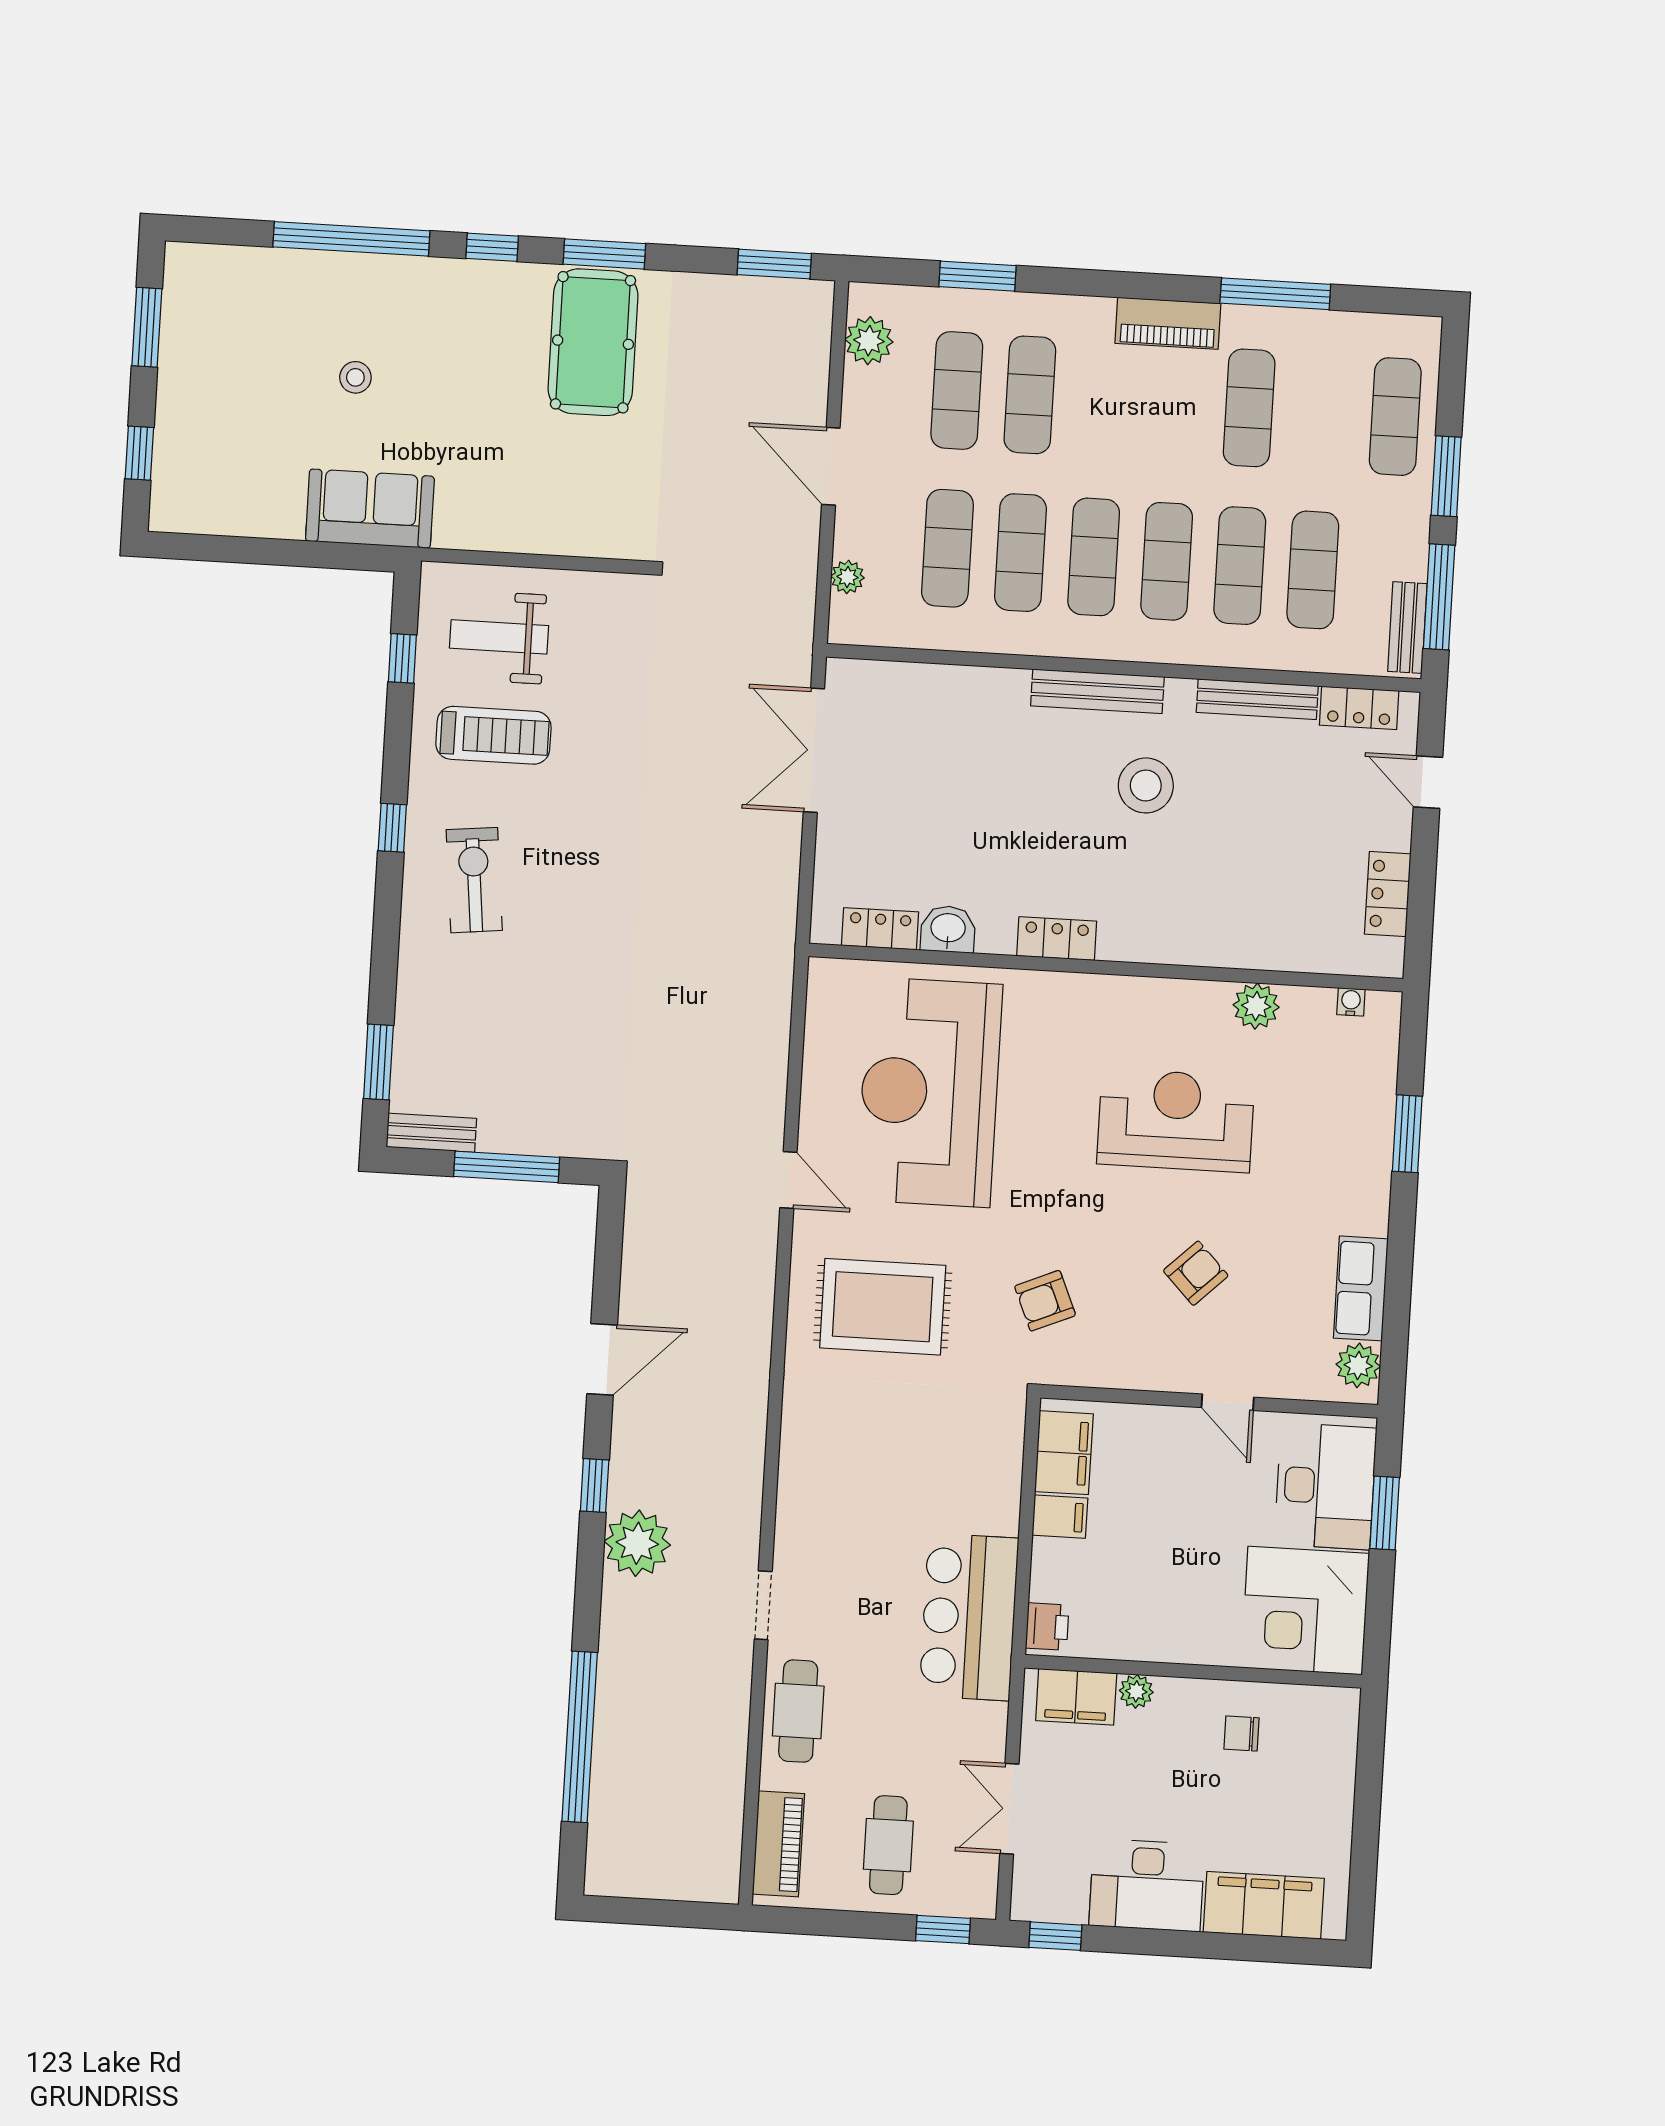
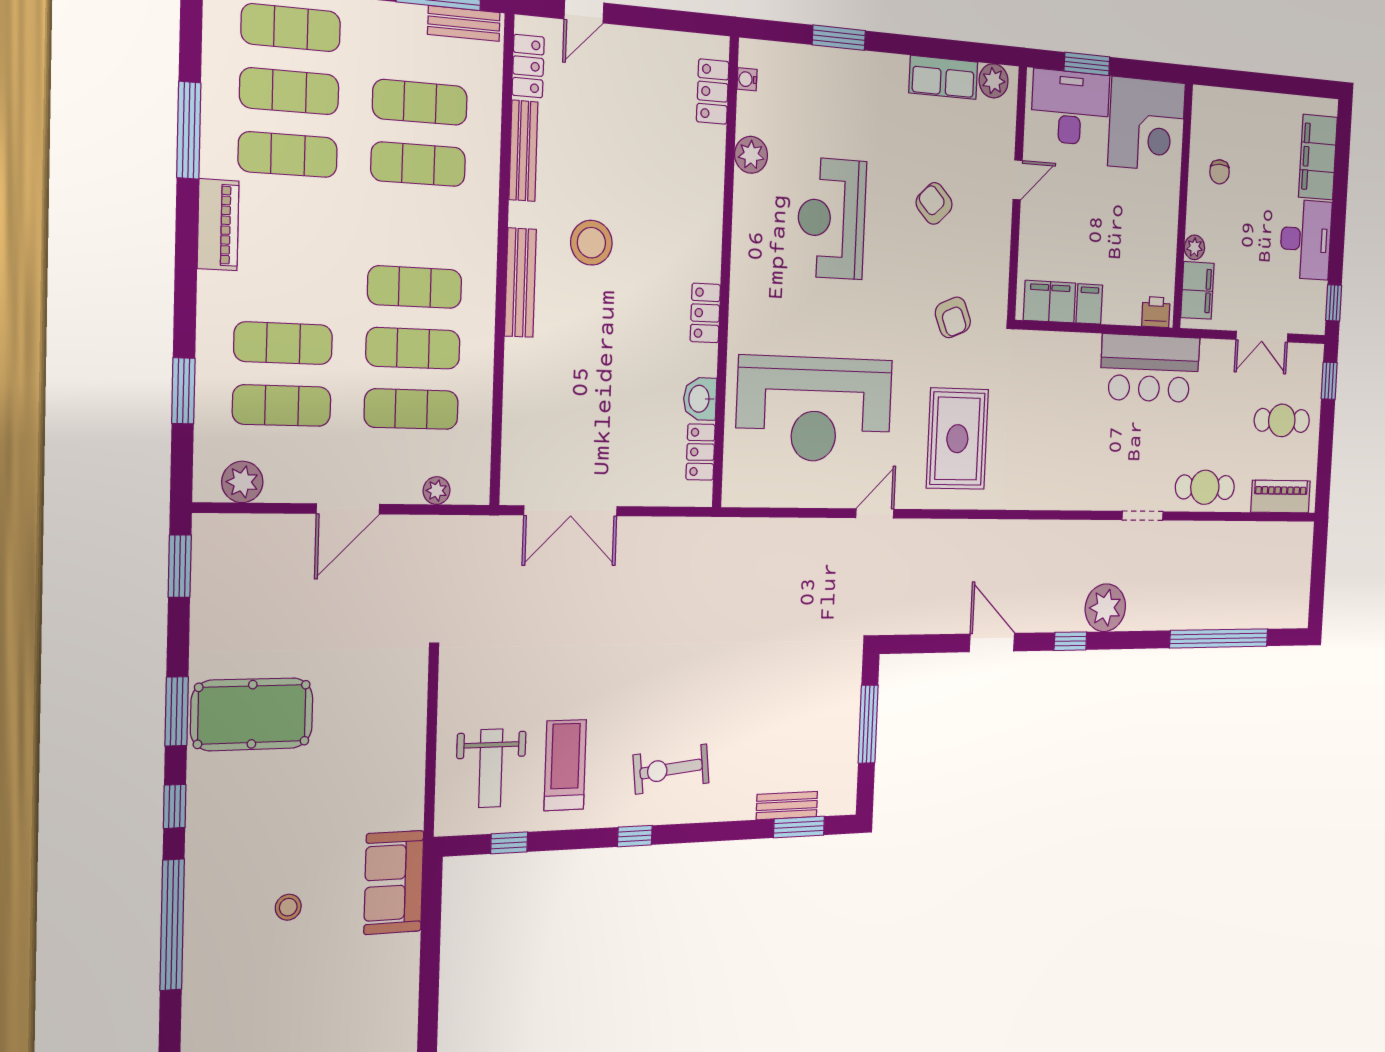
exercise mat: (1167, 561) -> (289, 91), moved
locker: (1388, 894) -> (713, 92), moved, turned 90
bench: (431, 1133) -> (787, 806), moved, turned 90

